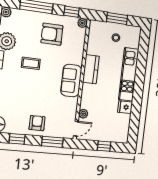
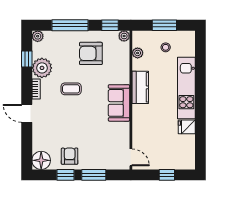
plant: (83, 114) -> (138, 53), moved
armchair: (37, 123) -> (70, 156), moved
door: (76, 129) -> (131, 157), hinge flipped
window: (52, 142) -> (94, 175), moved

